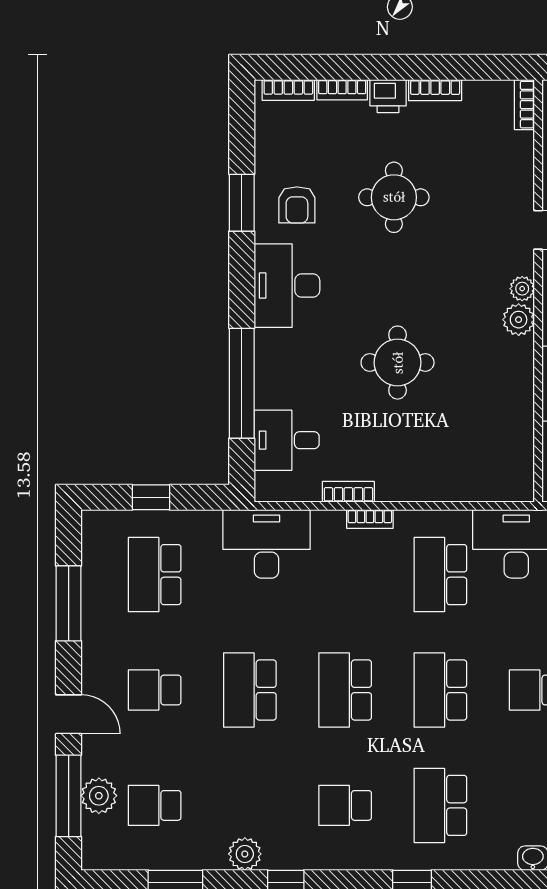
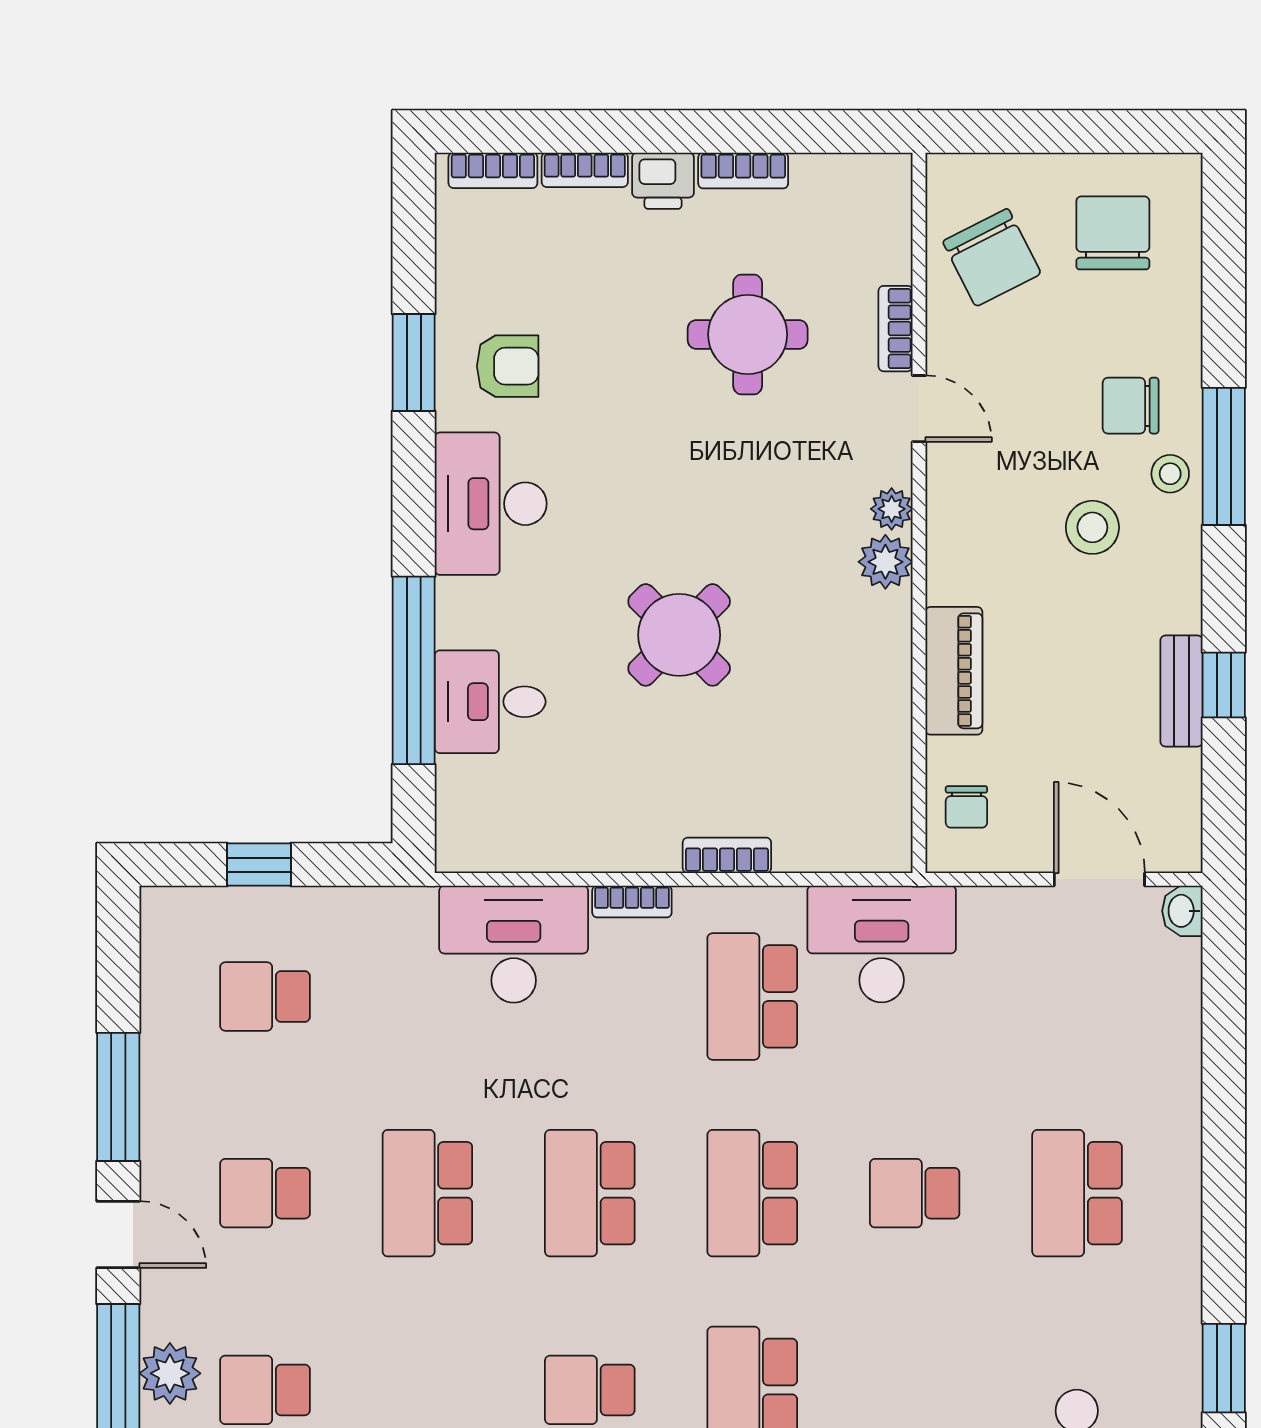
bookcase: (524, 105) -> (896, 329), moved
round table: (394, 197) -> (748, 334), moved
armchair: (297, 205) -> (508, 366), turned -90
round table: (398, 363) -> (679, 635), turned 45
desk: (287, 440) -> (490, 702), moved
bookcase: (348, 492) -> (727, 855), moved
desk: (267, 544) -> (514, 944), moved
school desk: (155, 575) -> (265, 996), width x0.54
window: (69, 603) -> (118, 1097), moved

